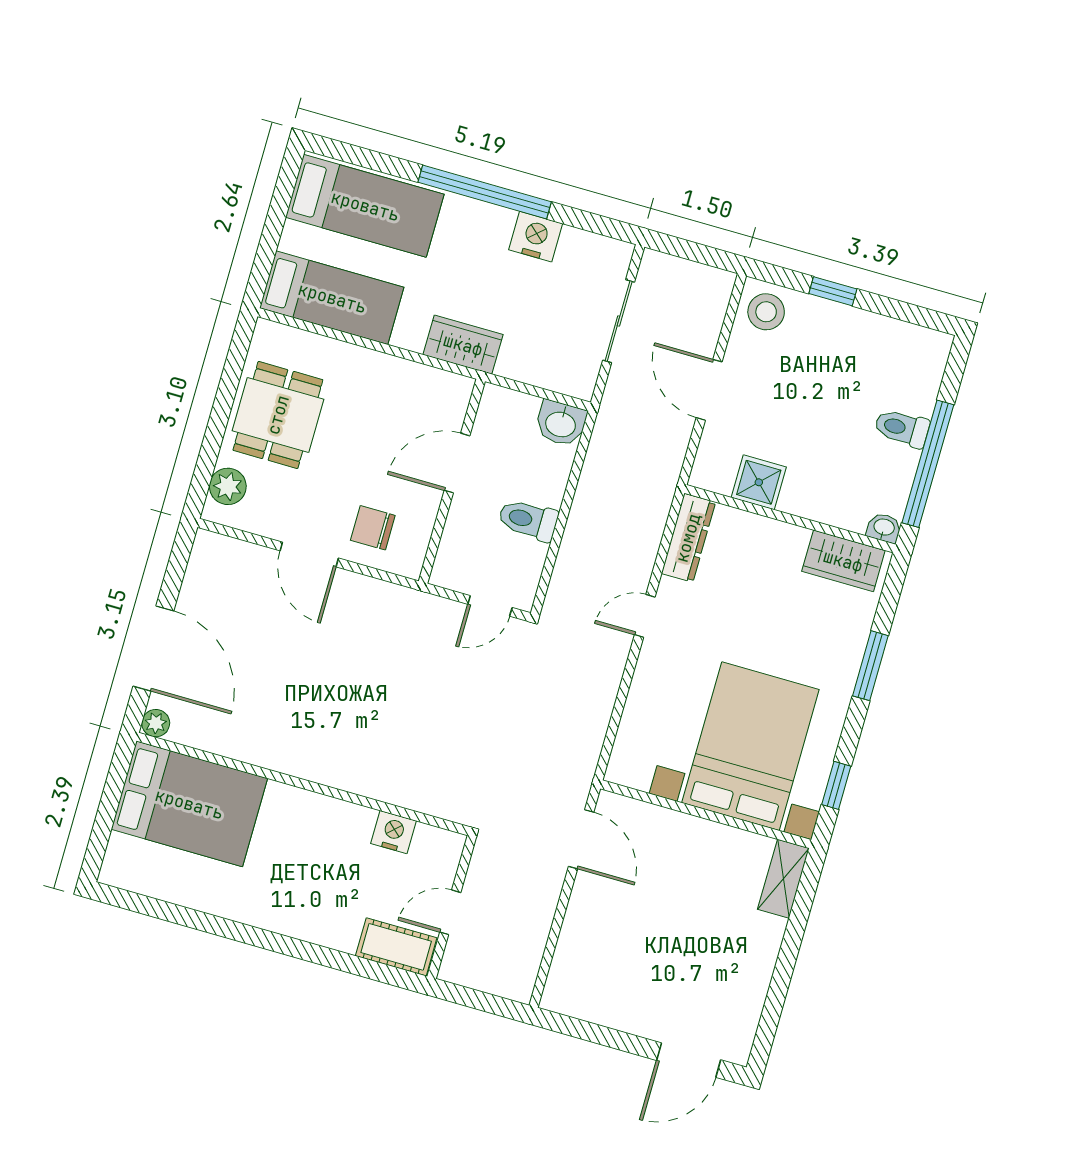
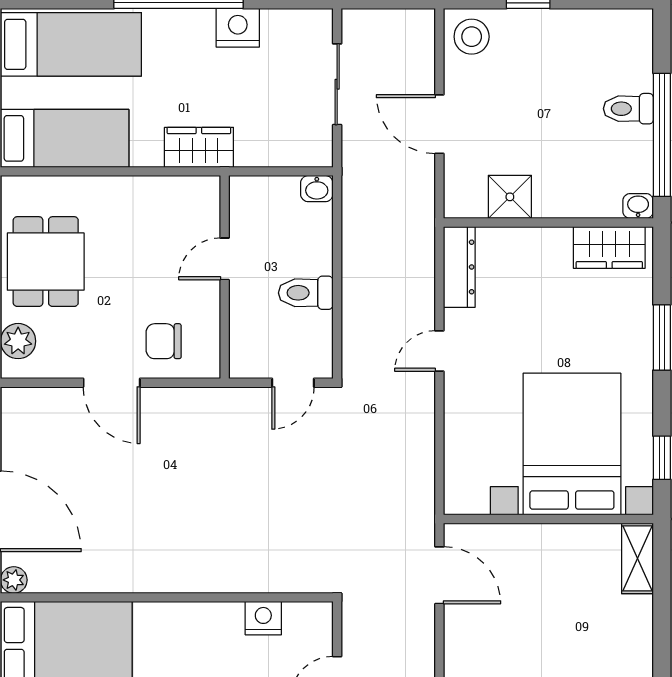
washbasin: (561, 423) -> (317, 189), width x0.72, depth x0.69
door: (457, 463) -> (225, 259), width x0.73

